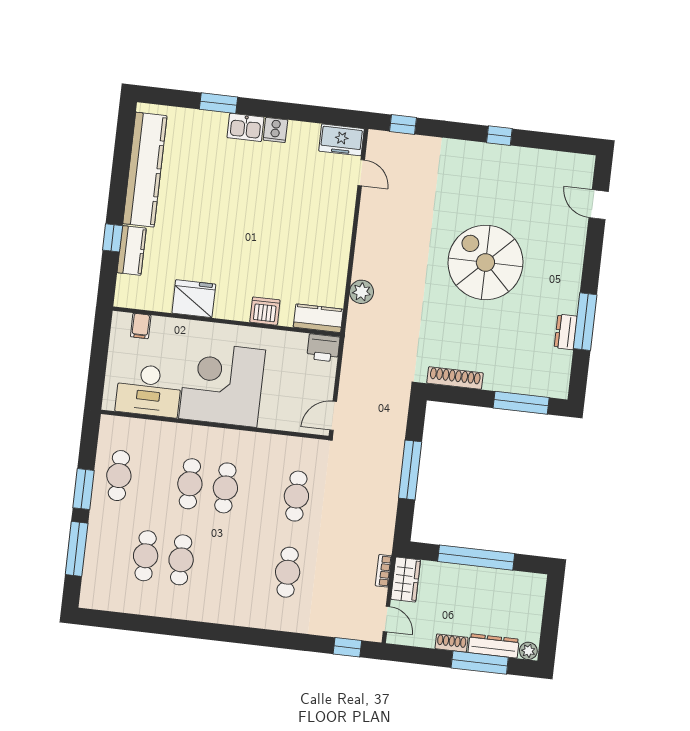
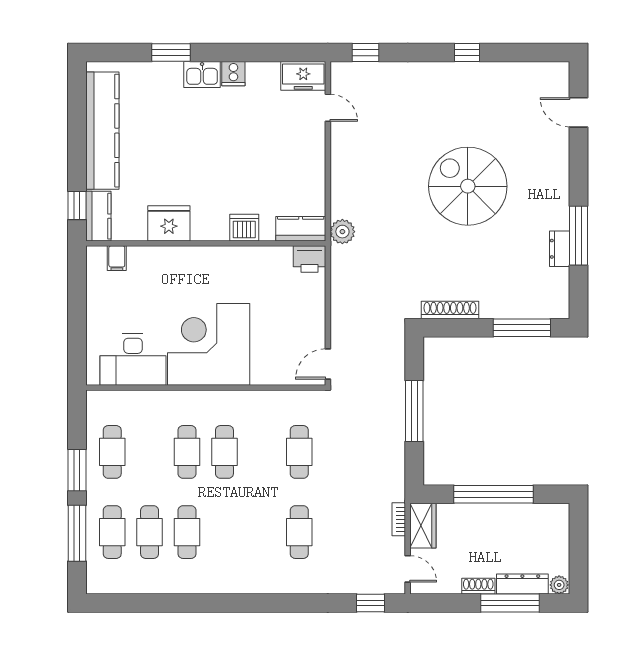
fridge: (194, 299) -> (169, 223), moved
dishwasher: (265, 311) -> (244, 228), moved
kitchen counter: (318, 318) -> (301, 229), moved
wall: (227, 322) -> (206, 243), moved
filing cabinet: (141, 326) -> (117, 258), moved
printer: (323, 348) -> (309, 259), moved
cafe table: (110, 552) -> (112, 532), added

